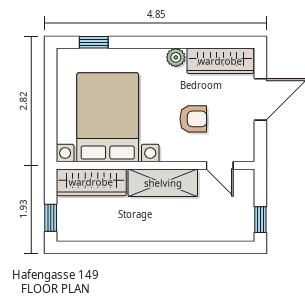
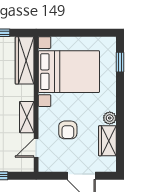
wardrobe: (220, 61) -> (107, 141), width x0.67
shelving: (163, 183) -> (27, 117), width x0.67, depth x0.75

